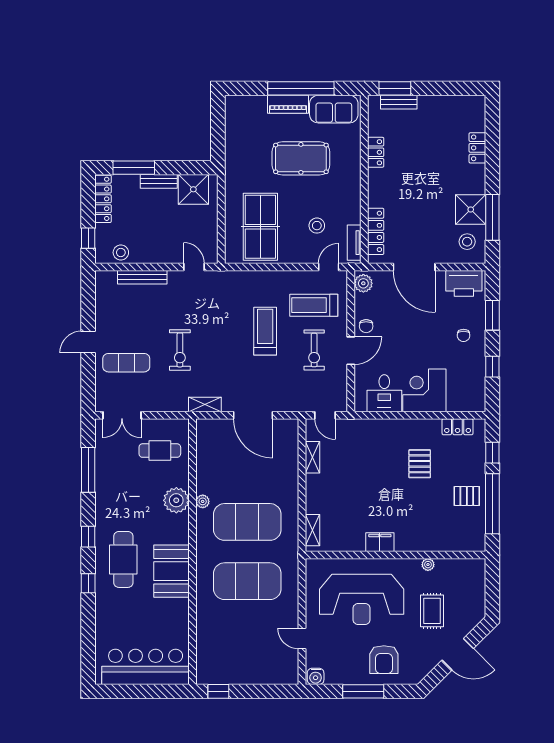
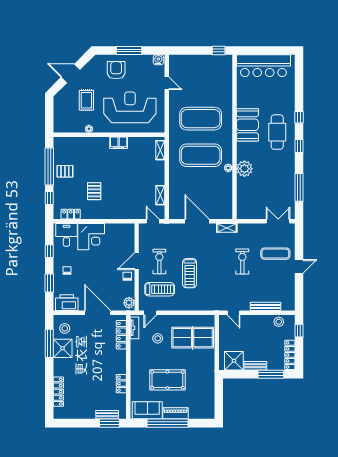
locker: (477, 148) -> (58, 392), width x1.53
table tennis table: (260, 227) -> (193, 338), turned 90
desk: (384, 393) -> (66, 235), moved
cafe table: (160, 451) -> (255, 199), removed

